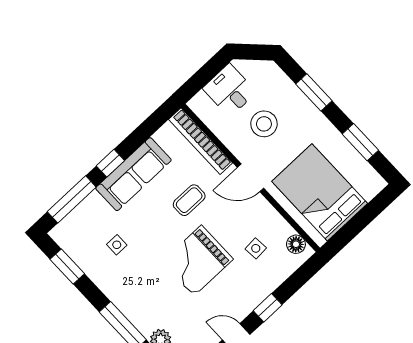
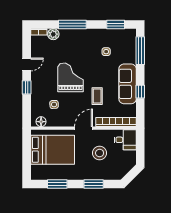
desk: (230, 90) -> (125, 140), moved
window: (110, 163) -> (140, 92), moved

